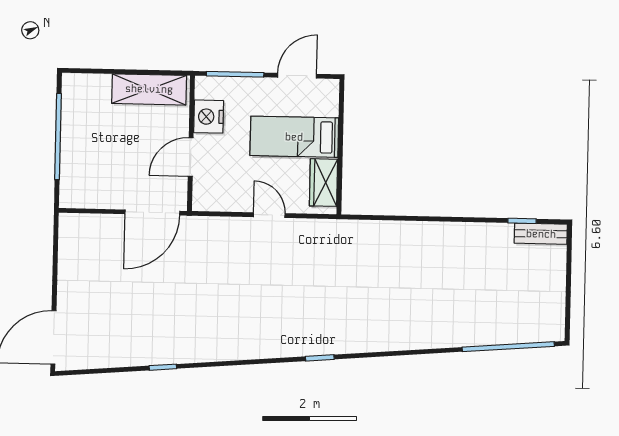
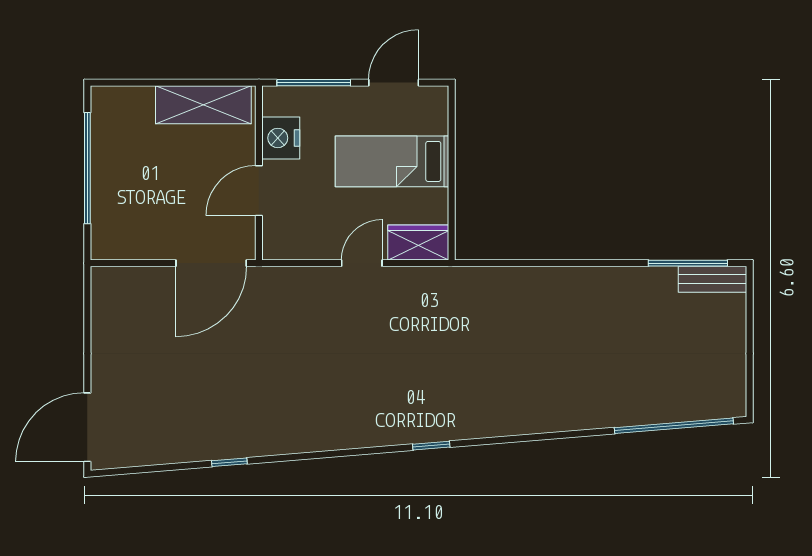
wardrobe: (324, 183) -> (418, 243), moved, turned 90
door: (269, 215) -> (362, 263), hinge flipped
window: (522, 221) -> (688, 263), width x2.17

